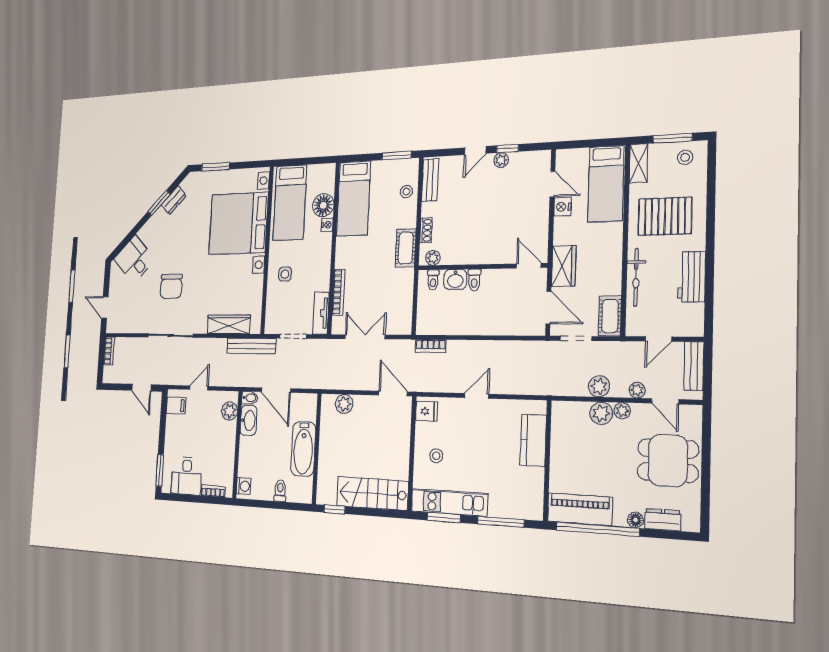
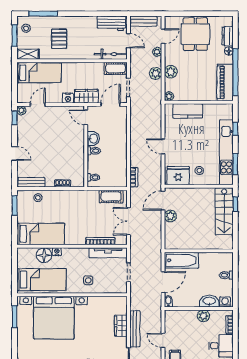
window: (508, 149) -> (15, 118), moved
plant: (501, 160) -> (21, 110), moved
window: (216, 167) -> (15, 317), moved
window: (711, 186) -> (43, 14), added
nightstand: (562, 207) -> (68, 98), moved
pallet: (665, 216) -> (59, 39), width x0.67, depth x0.71
cot: (406, 248) -> (111, 196), moved
plant: (433, 258) -> (80, 178), removed
door: (529, 266) -> (86, 117), hinge flipped
bicycle: (636, 277) -> (111, 54), moved
workbench: (692, 277) -> (111, 23), moved
washbasin: (455, 279) -> (93, 139), moved
tv unit: (321, 313) -> (108, 253), width x1.41
wardrobe: (229, 324) -> (121, 326), width x0.67
bench: (251, 346) -> (135, 329), moved
plant: (344, 404) -> (170, 216), moved
plant: (230, 411) -> (203, 316), moved
fridge: (427, 411) -> (178, 176), width x1.88, depth x1.34
plant: (622, 411) -> (169, 96), moved
washbasin: (248, 420) -> (209, 301), moved
bathtub: (303, 449) -> (181, 260), moved
kitchen unit: (449, 503) -> (226, 152), width x1.36
window: (334, 509) -> (235, 204), moved
window: (501, 522) -> (235, 129), width x0.46

